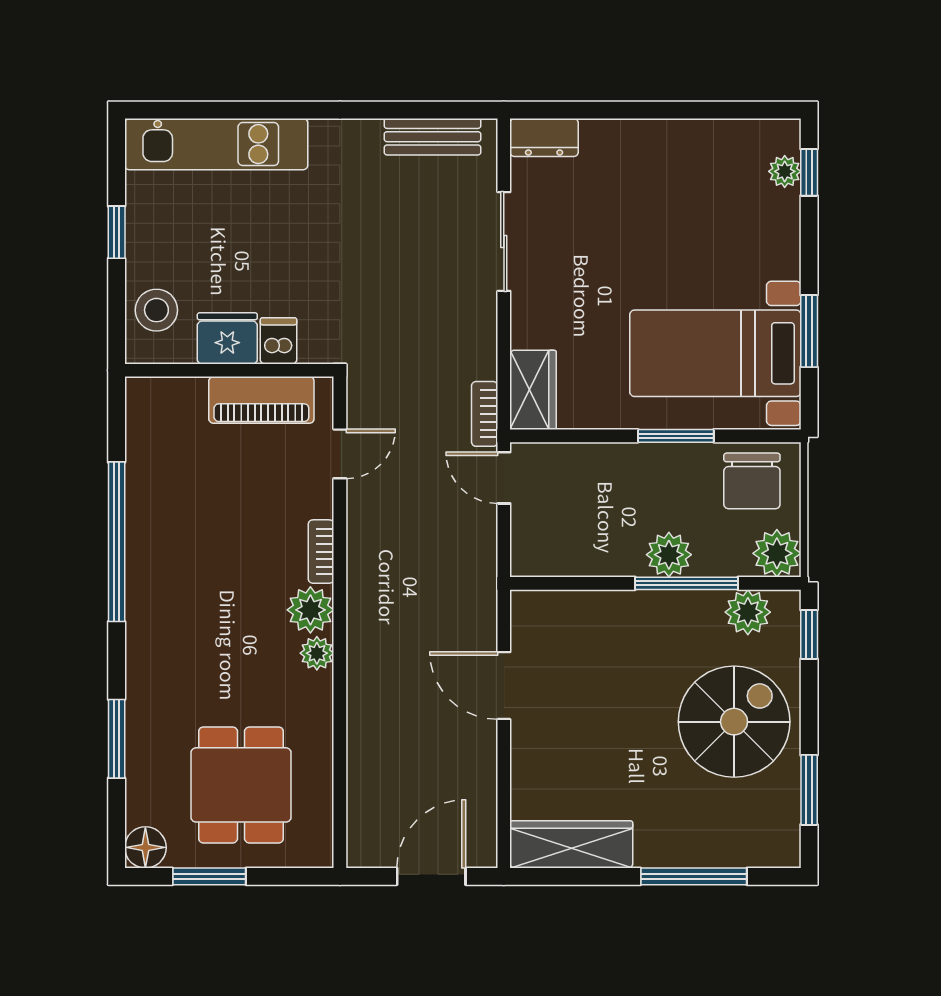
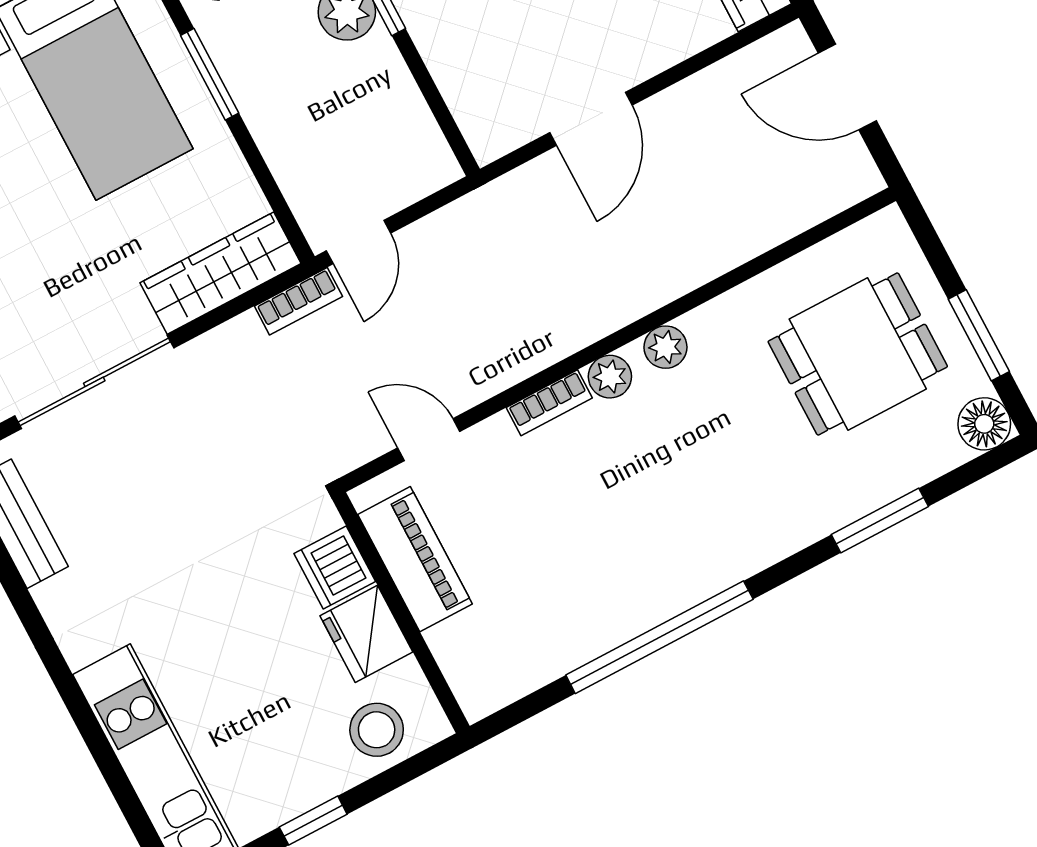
sliding door: (504, 242) -> (94, 382), width x1.37
dishwasher: (278, 341) -> (335, 567), width x1.38
wardrobe: (533, 390) -> (221, 273), width x1.50
plant: (310, 610) -> (610, 377), width x0.73, depth x0.73

